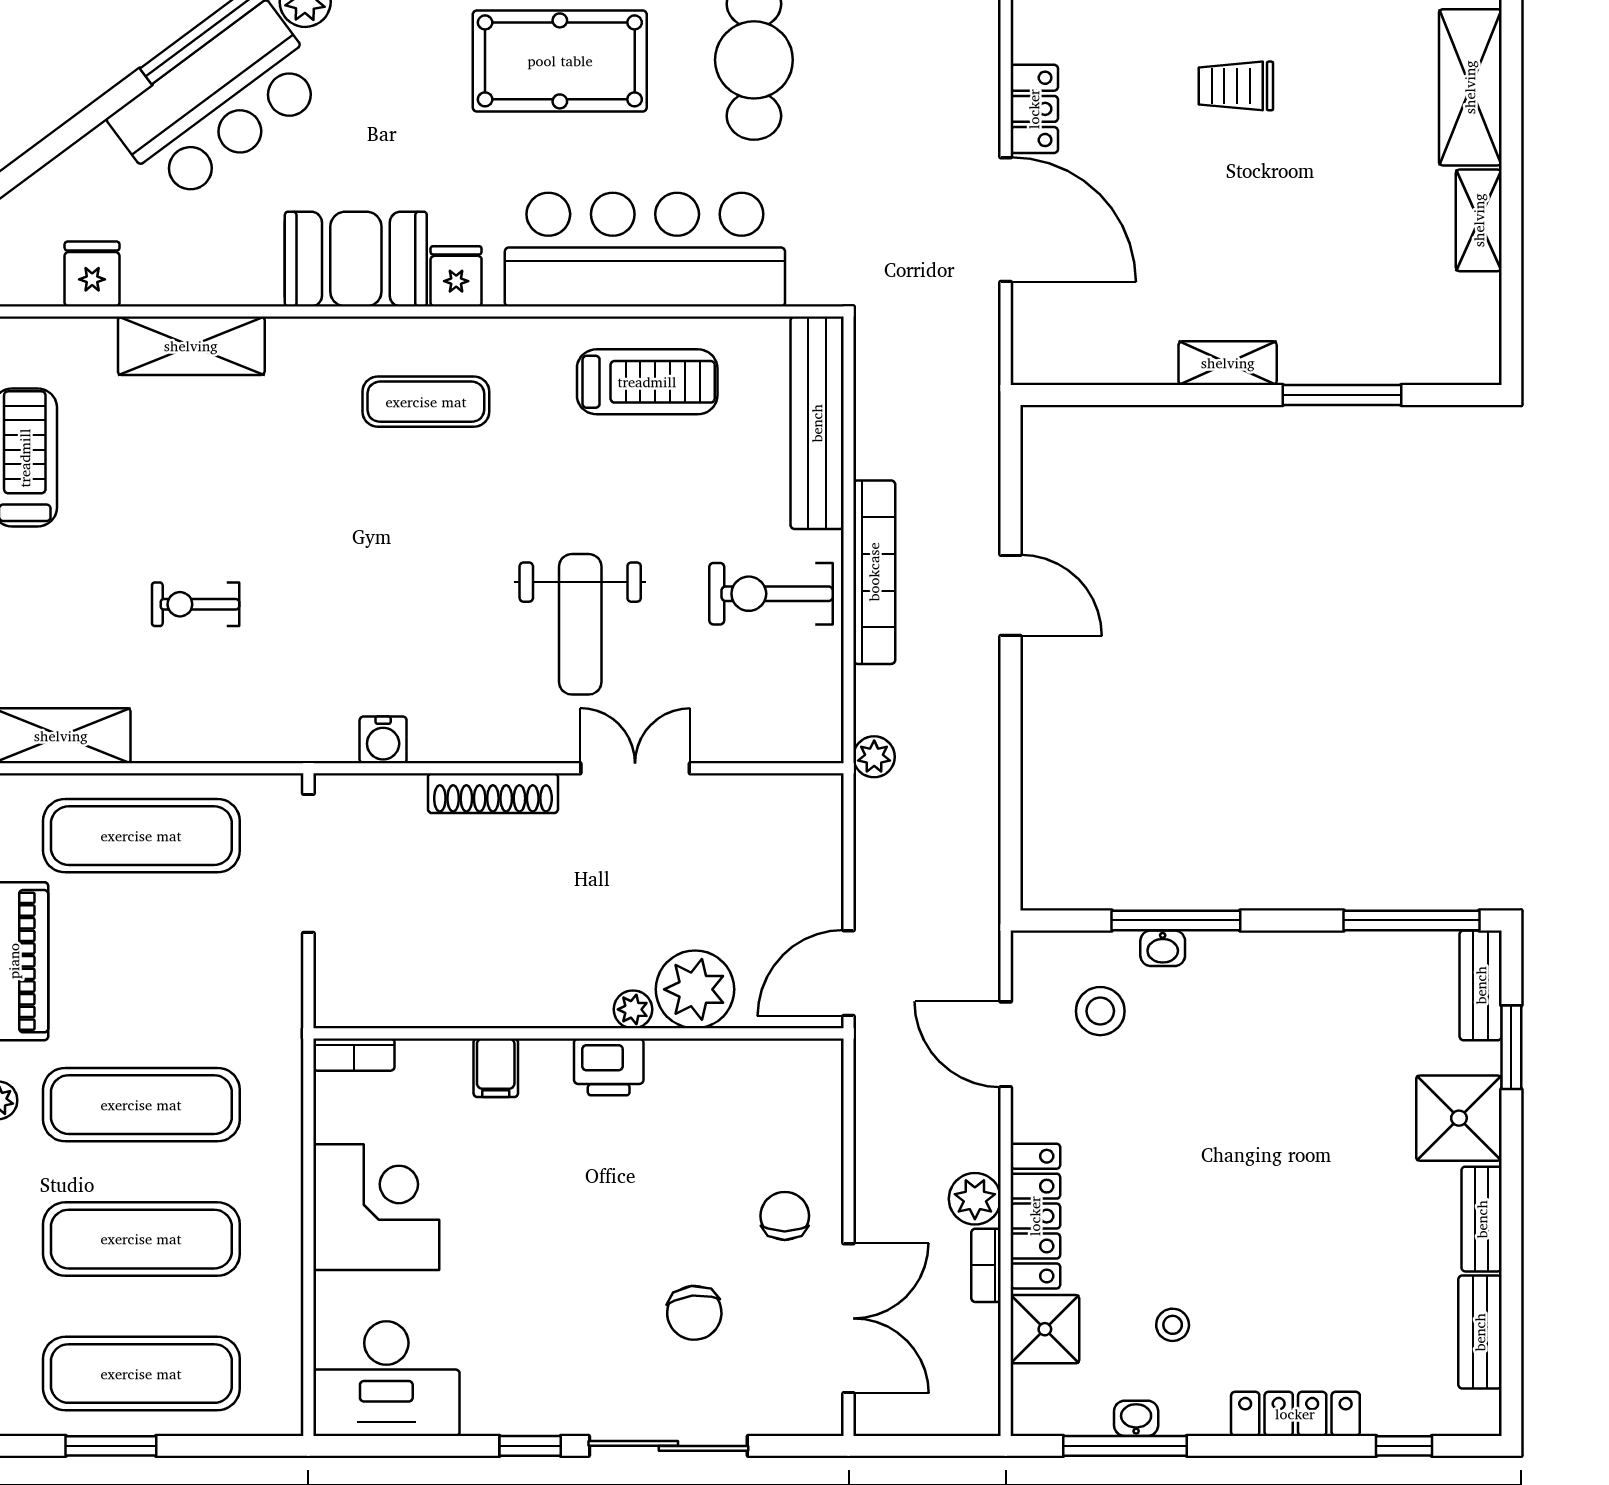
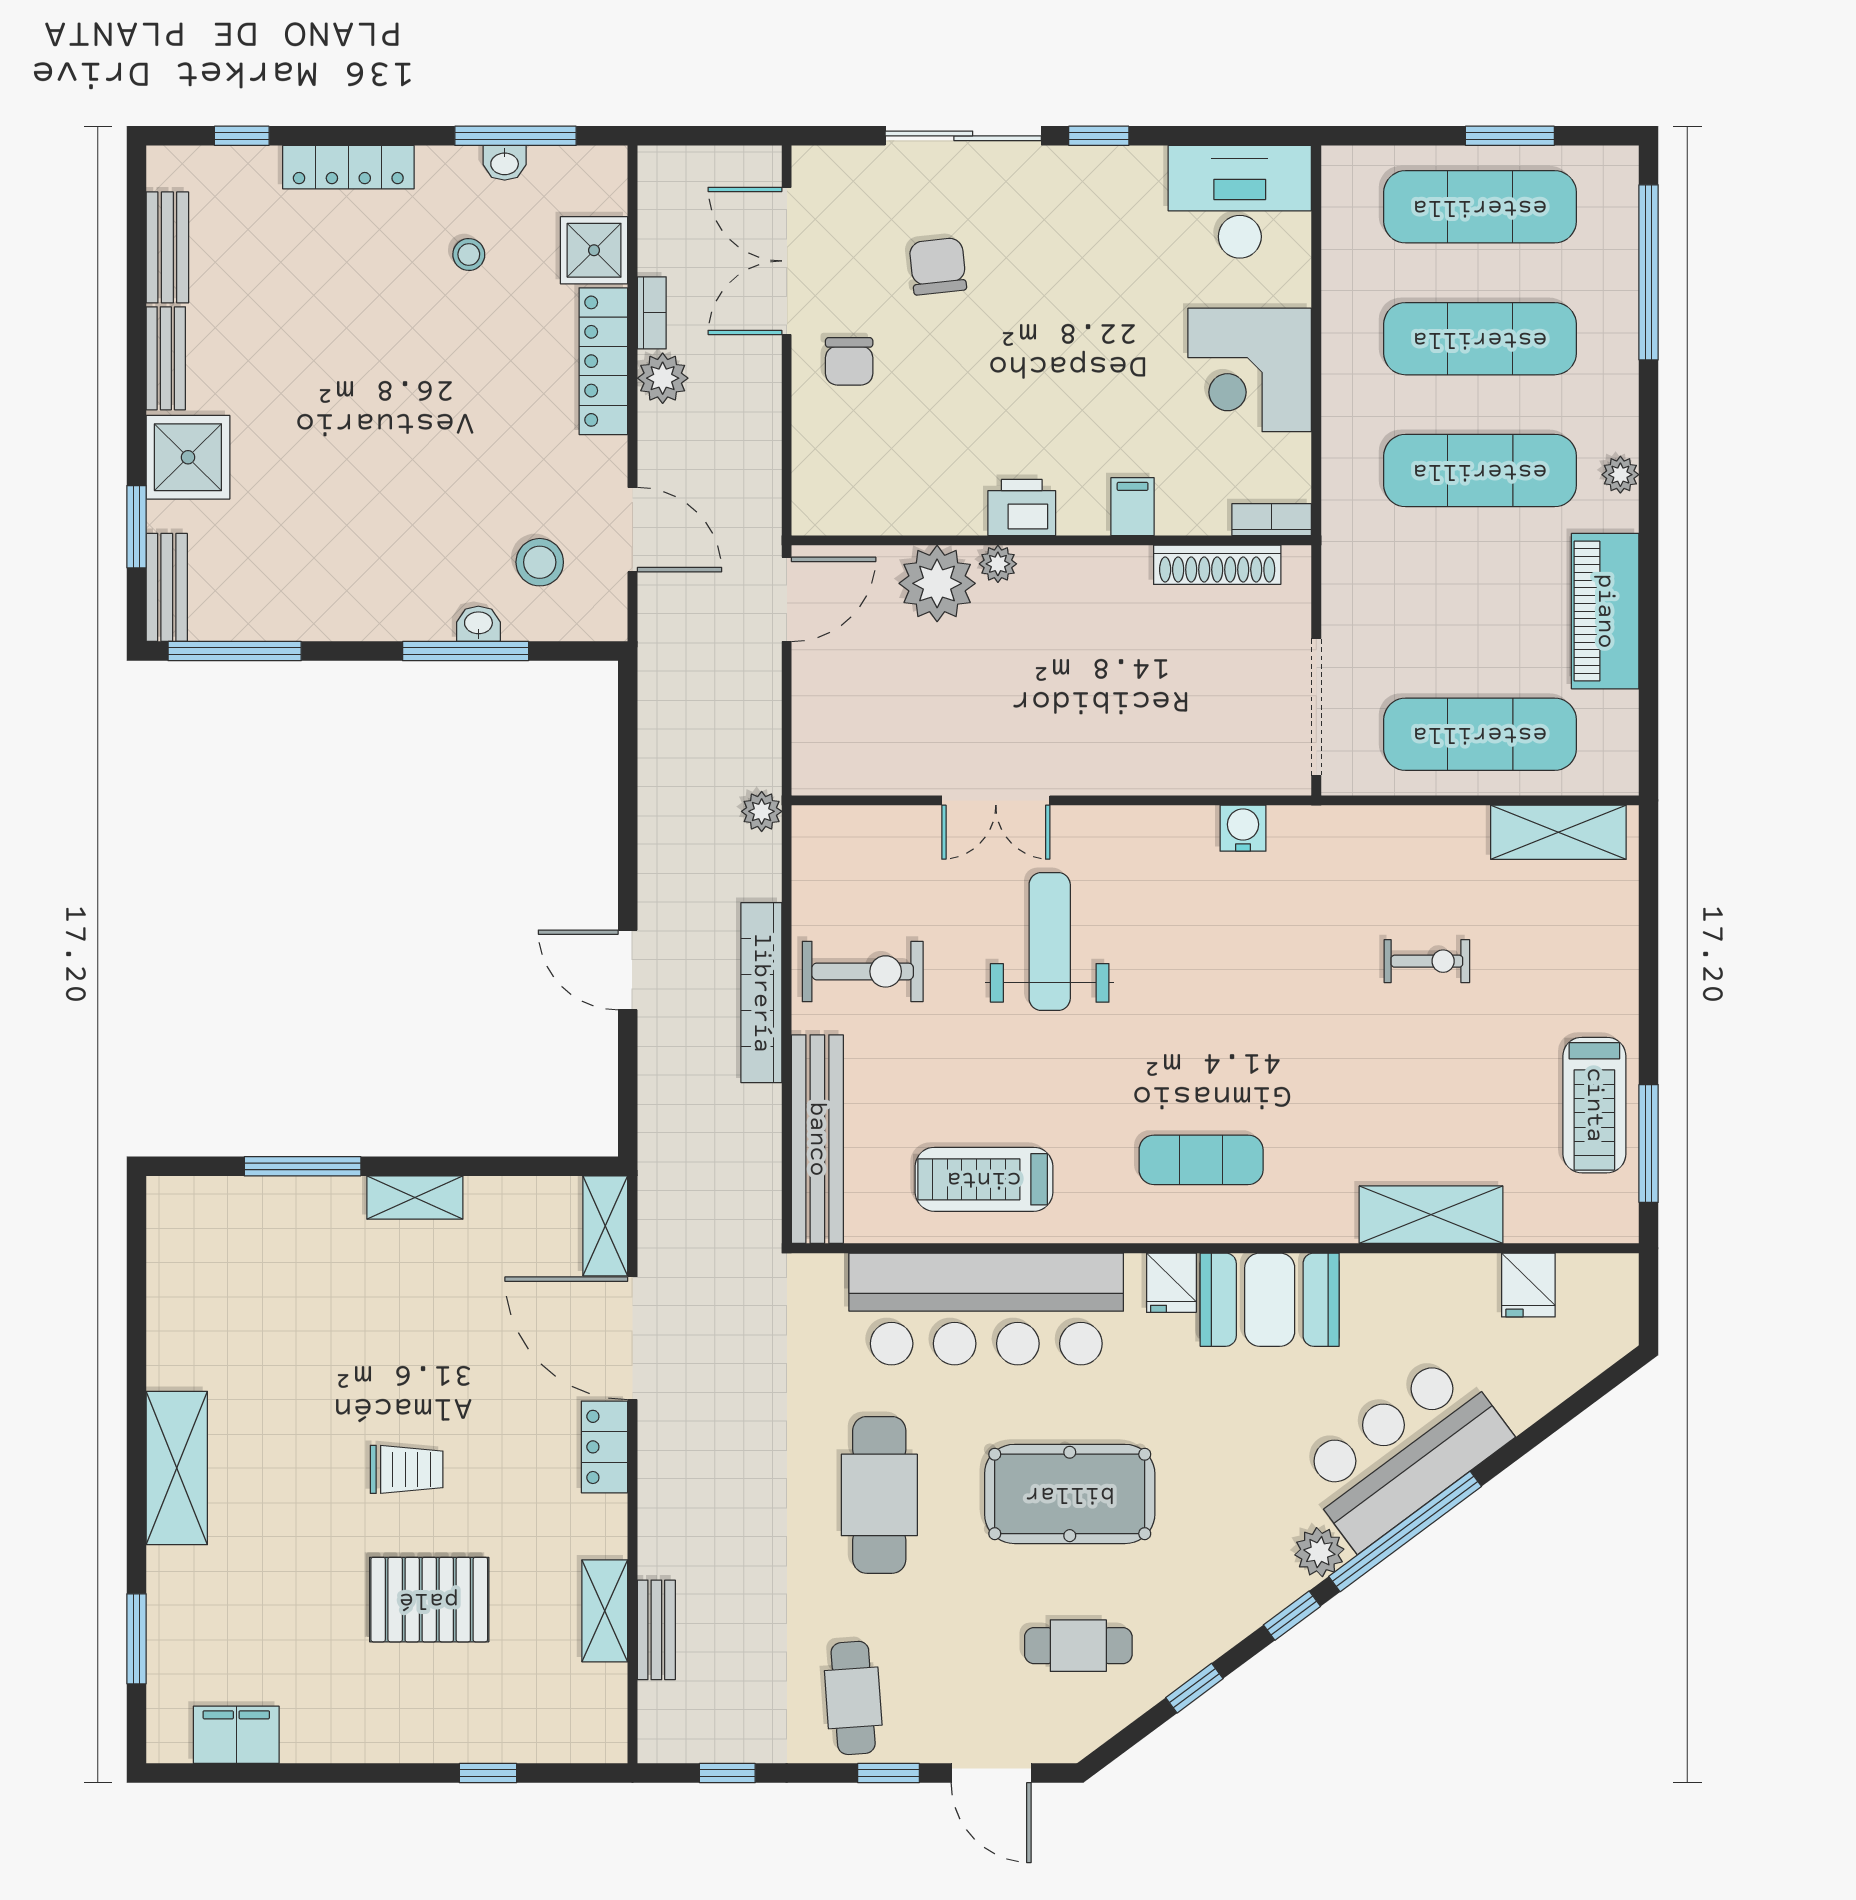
shelving: (1479, 220) -> (605, 1226), moved
shoe rack: (493, 793) -> (1217, 565), moved, turned 180

